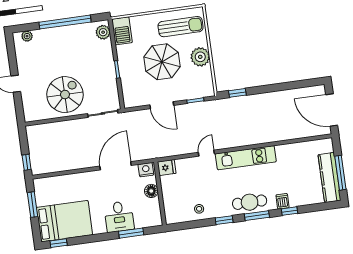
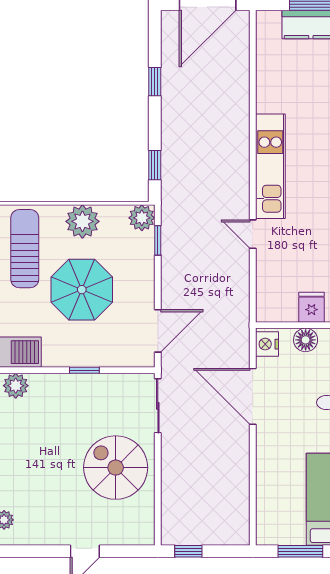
window: (284, 86) -> (155, 82), added
plant: (207, 90) -> (142, 218), added
door: (162, 105) -> (158, 331), moved
window: (27, 162) -> (188, 551), moved
fridge: (167, 168) -> (312, 307), moved

